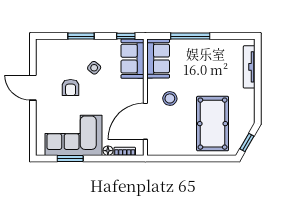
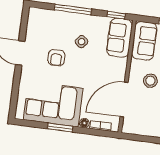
window: (81, 36) -> (73, 9), width x1.44
window: (70, 158) -> (60, 128), moved

